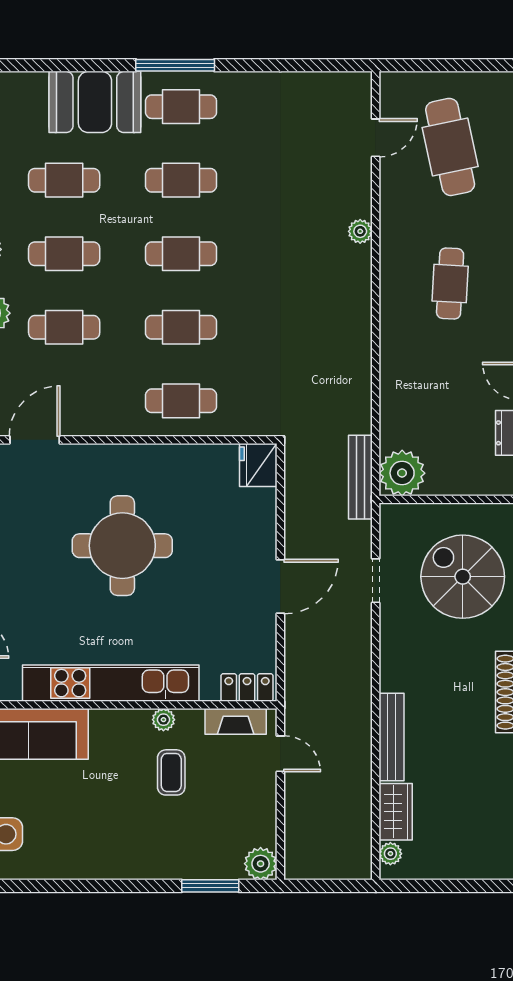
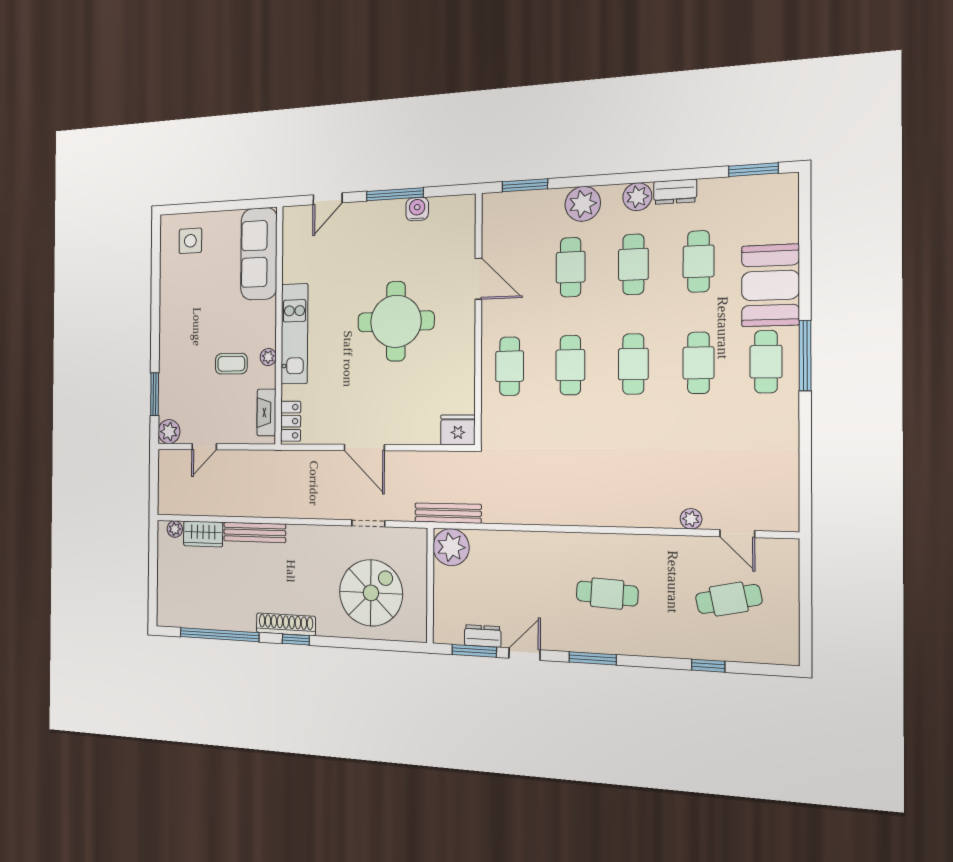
cafe table: (450, 147) -> (729, 599), width x0.73, depth x0.74
plant: (360, 231) -> (691, 519), moved
door: (35, 440) -> (478, 279), moved
kitchen unit: (111, 683) -> (294, 334), width x0.73
door: (280, 754) -> (204, 447), moved

